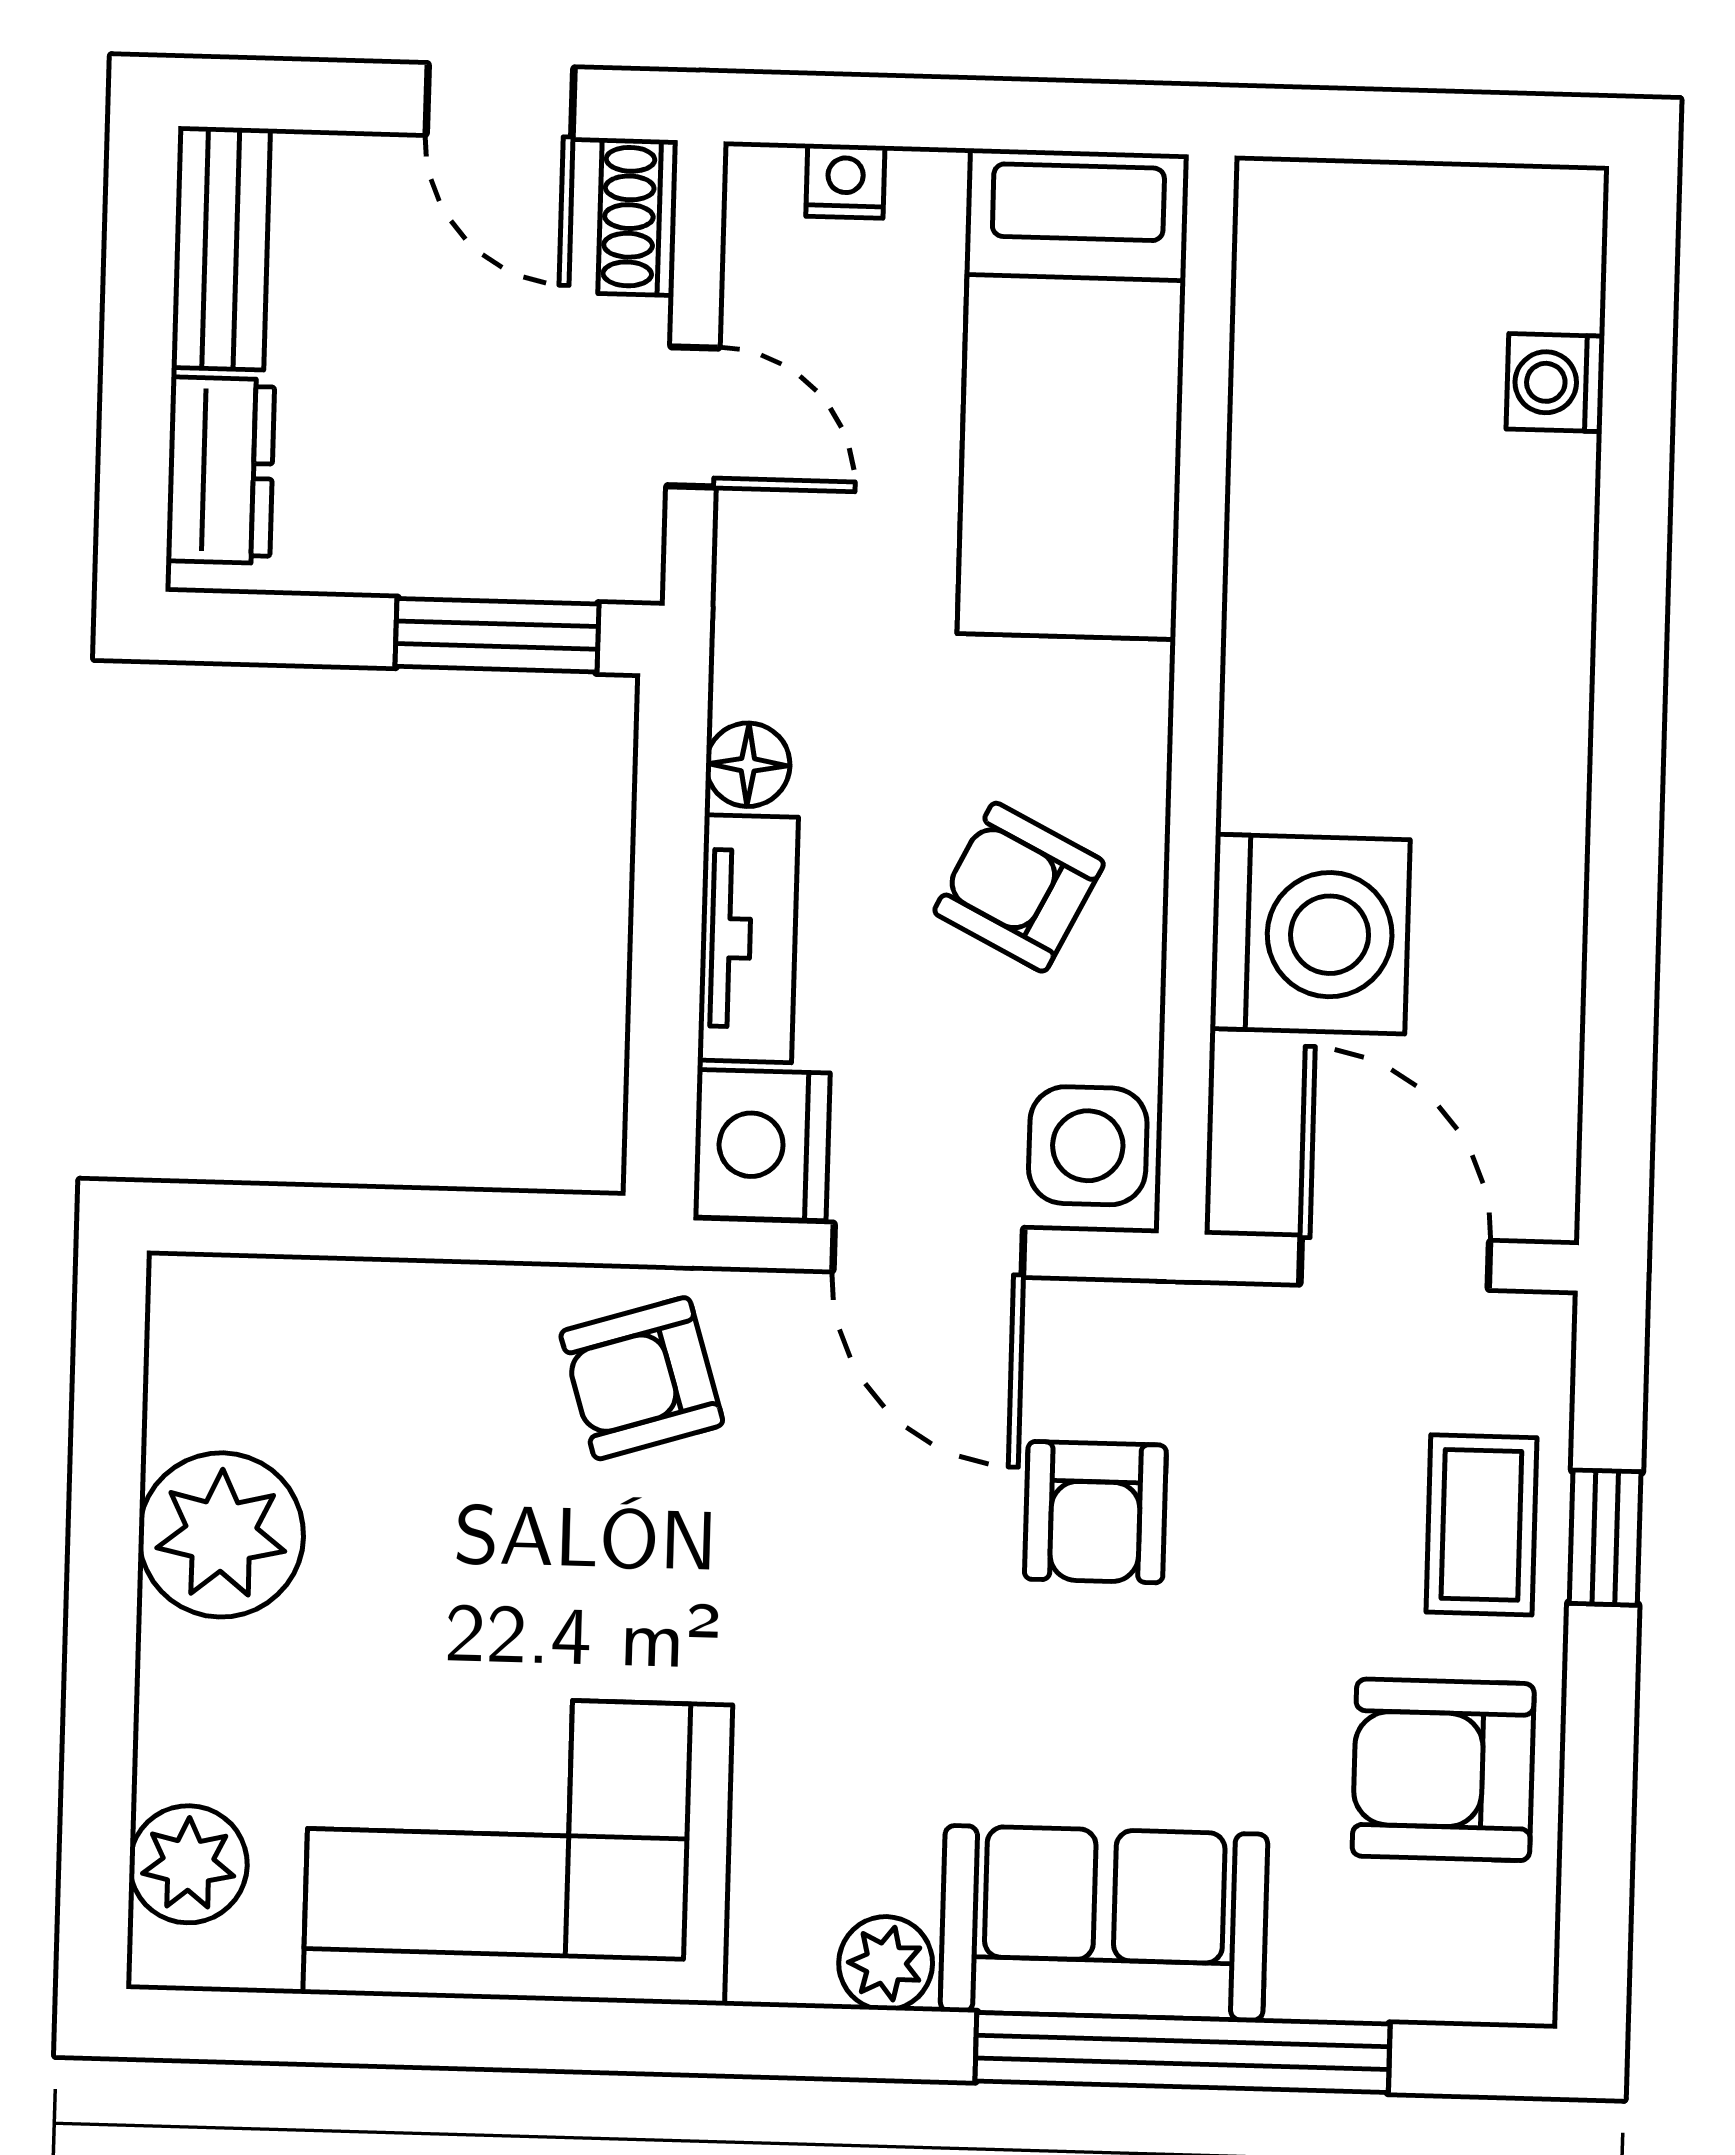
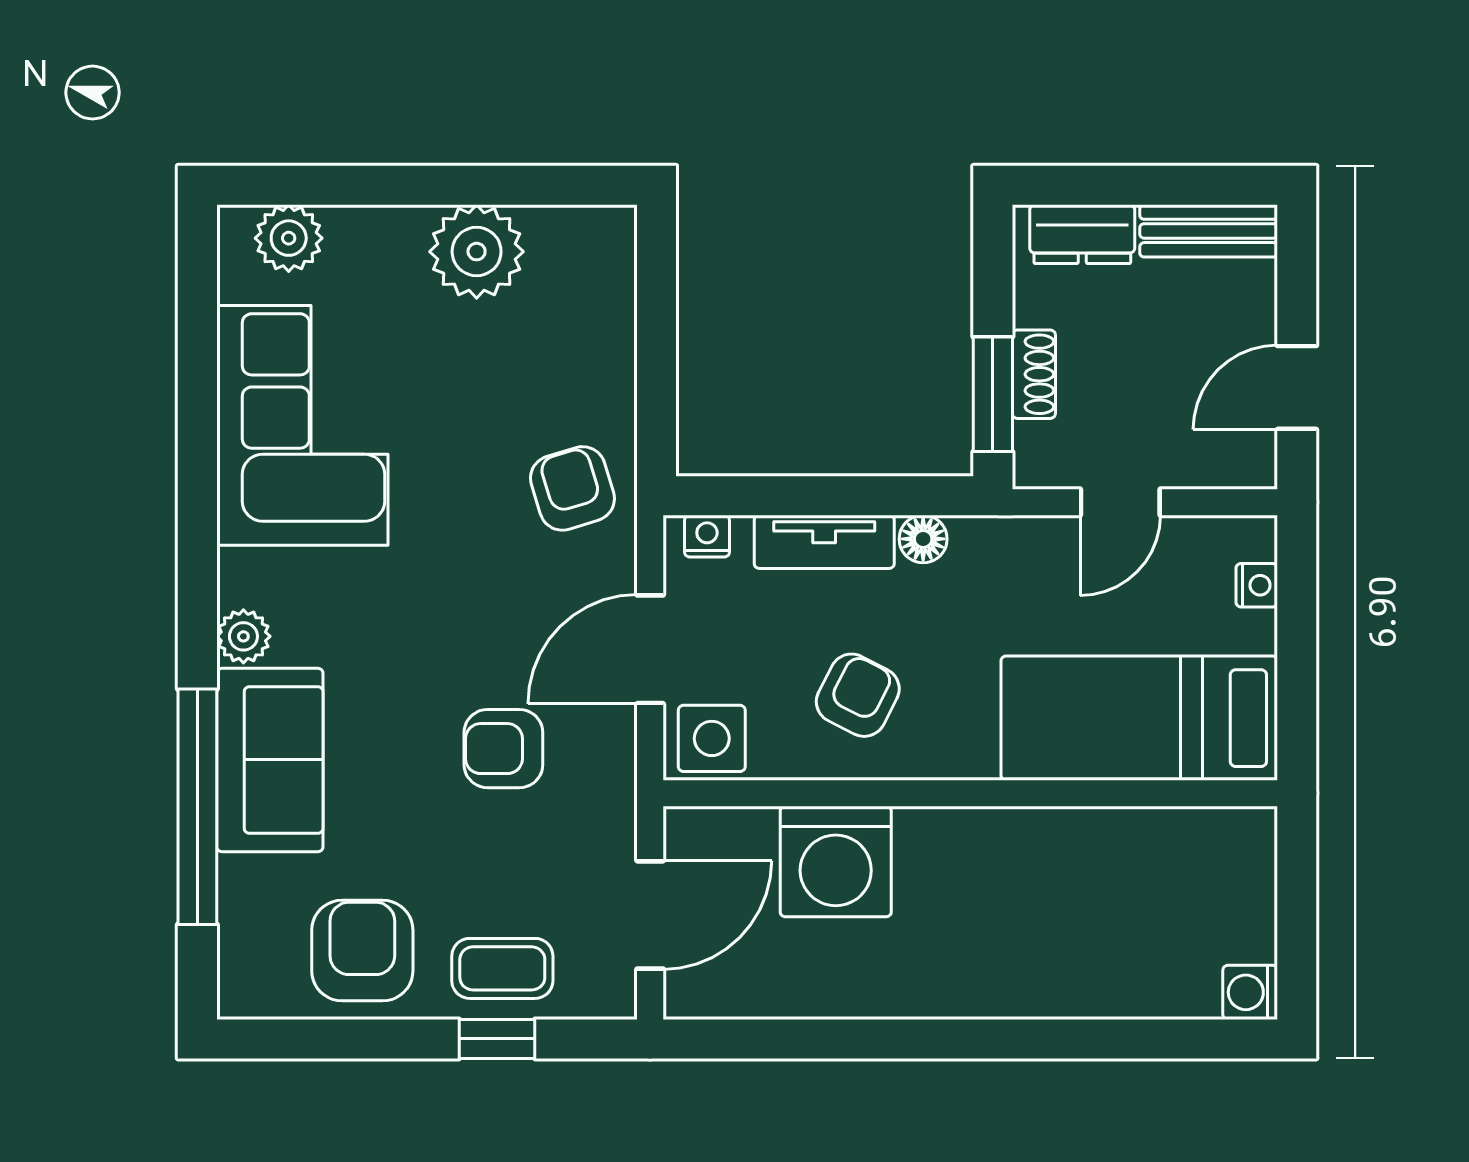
shoe rack: (638, 217) -> (1034, 374), moved, turned 90
washing machine: (1555, 383) -> (1250, 992), moved, turned -90
nightstand: (762, 1145) -> (707, 536), width x0.53, depth x0.56

